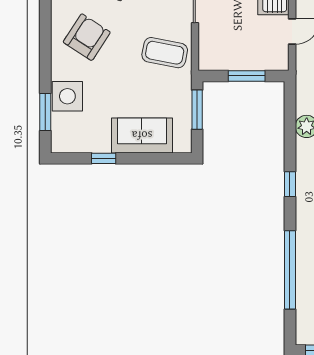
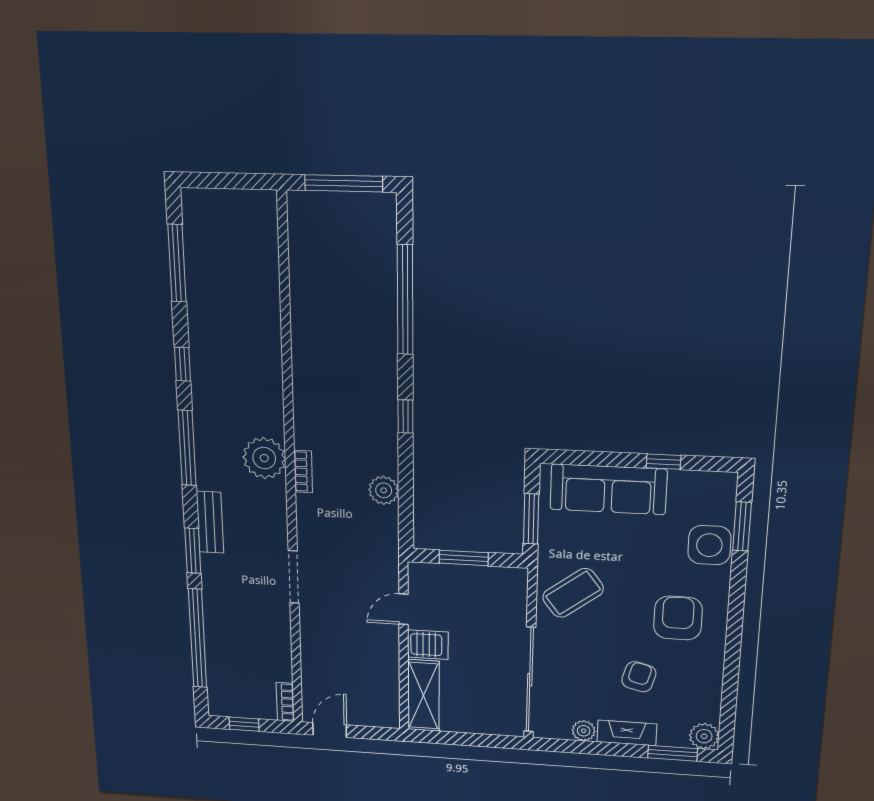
armchair: (87, 37) -> (678, 618), turned 147
coffee table: (165, 53) -> (573, 593), turned -48
sofa: (142, 135) -> (608, 489), width x1.36

